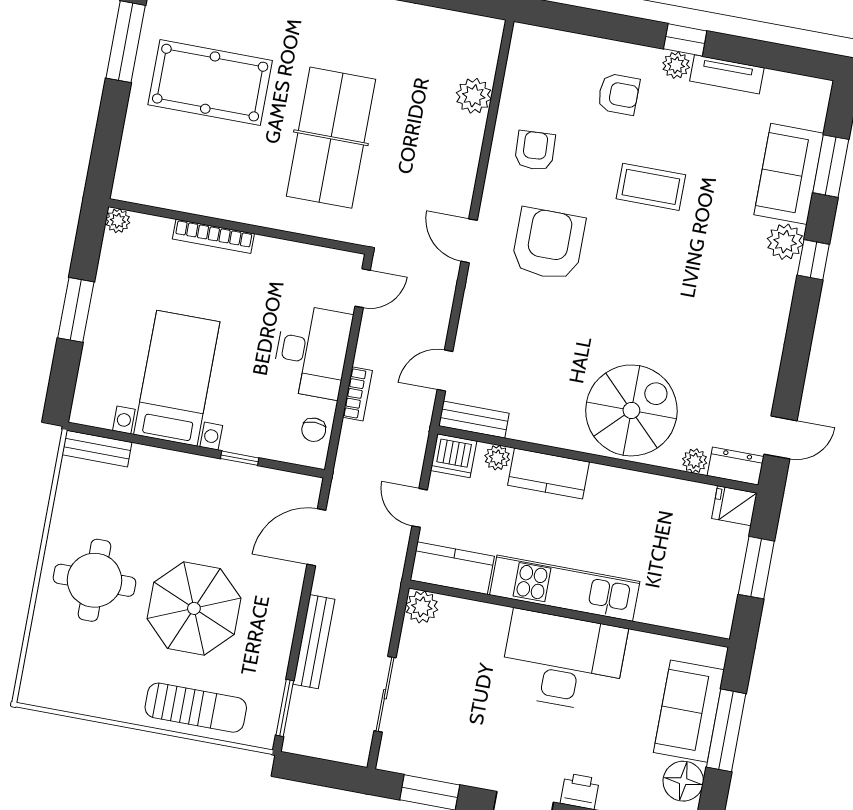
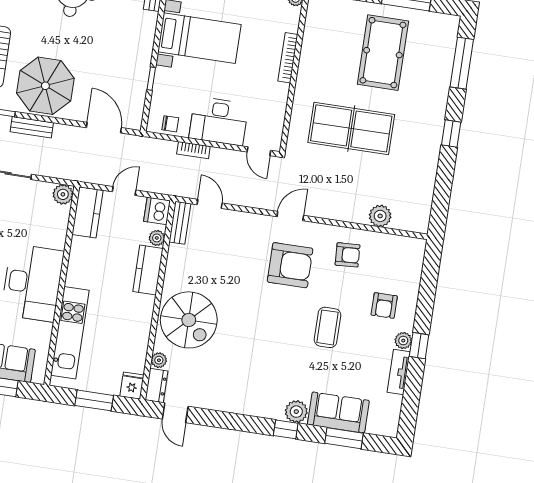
chair: (314, 430) -> (170, 124), turned 180
kitchen unit: (565, 588) -> (70, 333), moved
parasol: (194, 608) -> (45, 86), moved
bench: (314, 642) -> (32, 127), width x0.73

